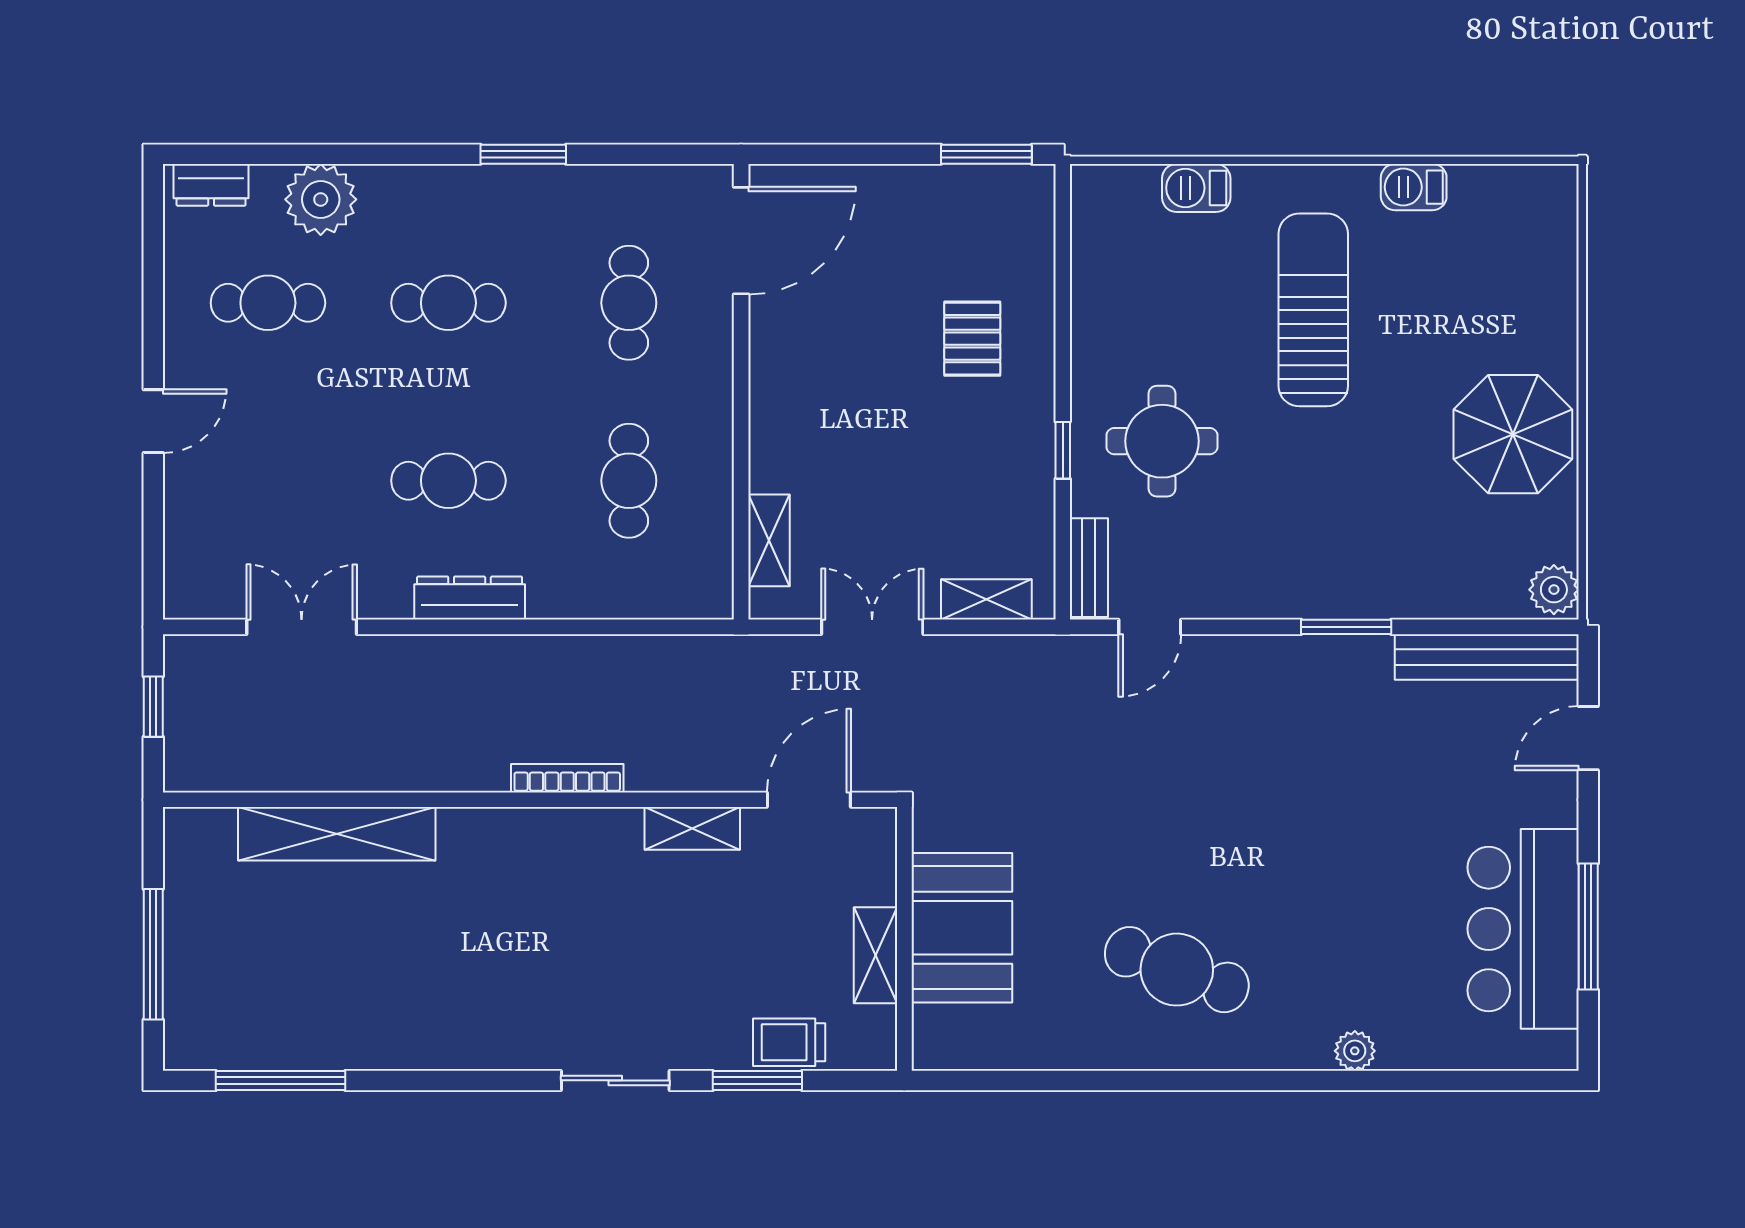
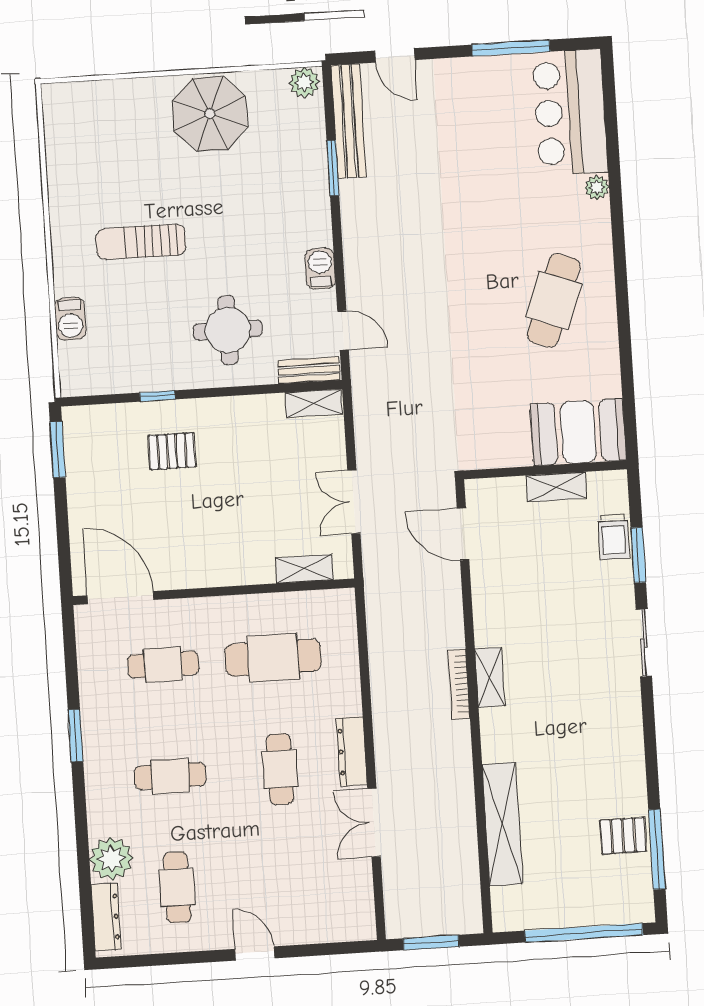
dresser: (211, 185) -> (106, 917), width x1.44
barbecue: (1414, 187) -> (320, 269), moved, turned 180
cafe table: (448, 303) -> (170, 776), turned 90
sun lounger: (1313, 310) -> (141, 242), width x0.73, depth x0.75
window: (1063, 450) -> (158, 396), moved
cafe table: (629, 481) -> (273, 658), width x1.37, depth x1.35
shelving: (986, 599) -> (314, 403), moved, turned 90
double door: (302, 627) -> (374, 823), moved
window: (1346, 627) -> (333, 168), moved
window: (153, 707) -> (431, 942), width x1.50
shelving: (692, 828) -> (490, 677), moved
booth: (962, 928) -> (578, 432), moved
bar counter: (1523, 929) -> (570, 112), moved, turned 90
window: (153, 954) -> (584, 933), width x1.46
pallet: (306, 1027) -> (623, 836), added

